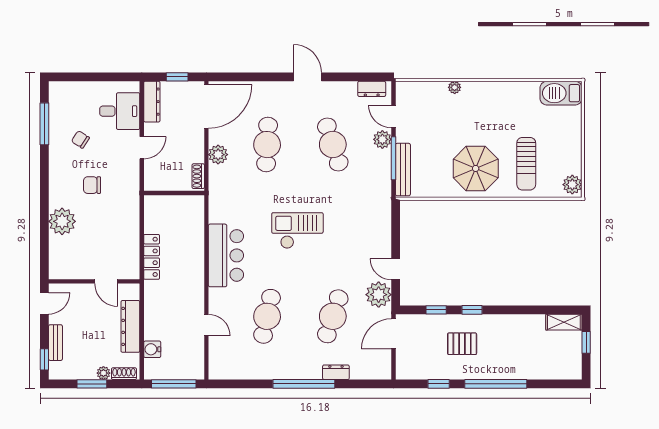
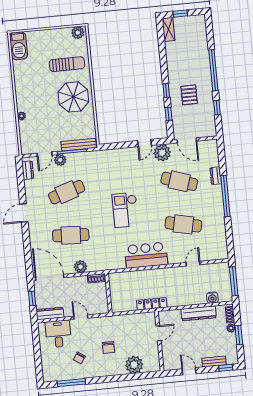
wall: (94, 281) -> (159, 341), moved
door: (106, 281) -> (158, 333), moved

